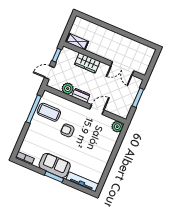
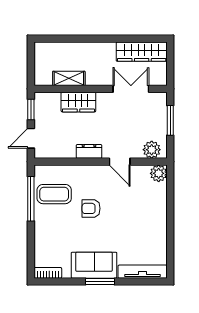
shelving: (77, 42) -> (69, 78), moved
wardrobe: (138, 49) -> (142, 52), added
double door: (122, 68) -> (131, 89), swing flipped
plant: (68, 89) -> (152, 150), moved
door: (97, 110) -> (120, 162), swing flipped

